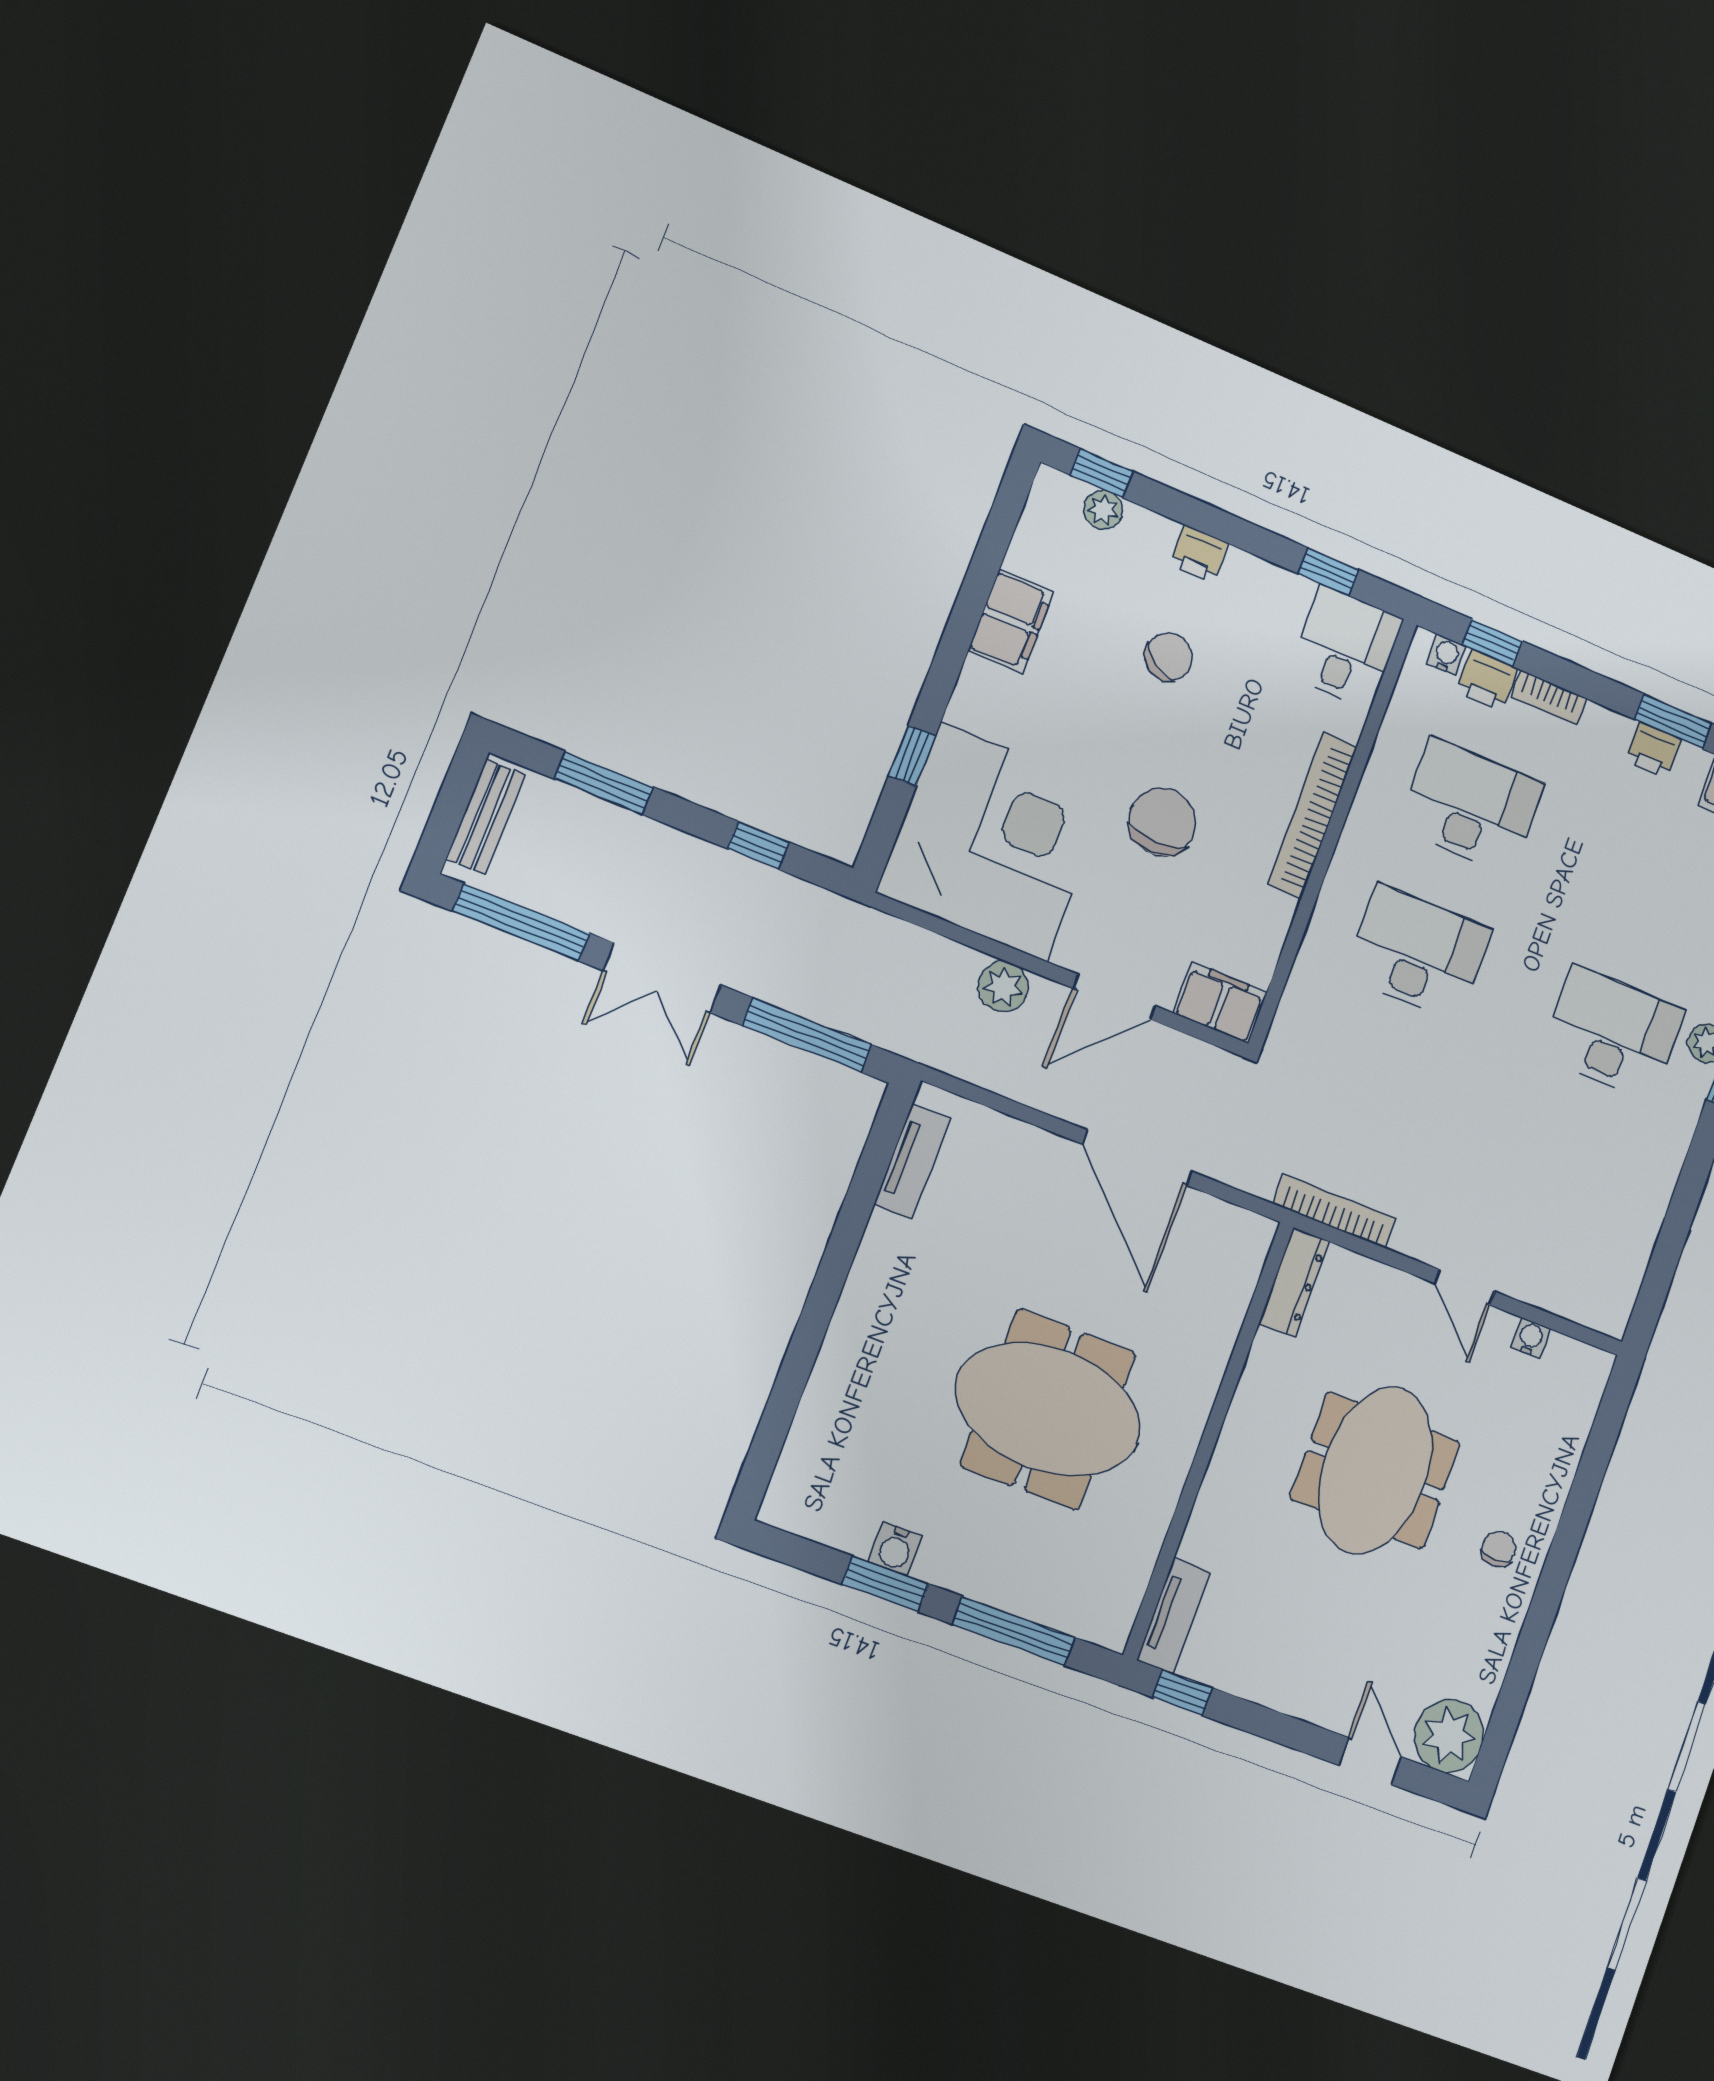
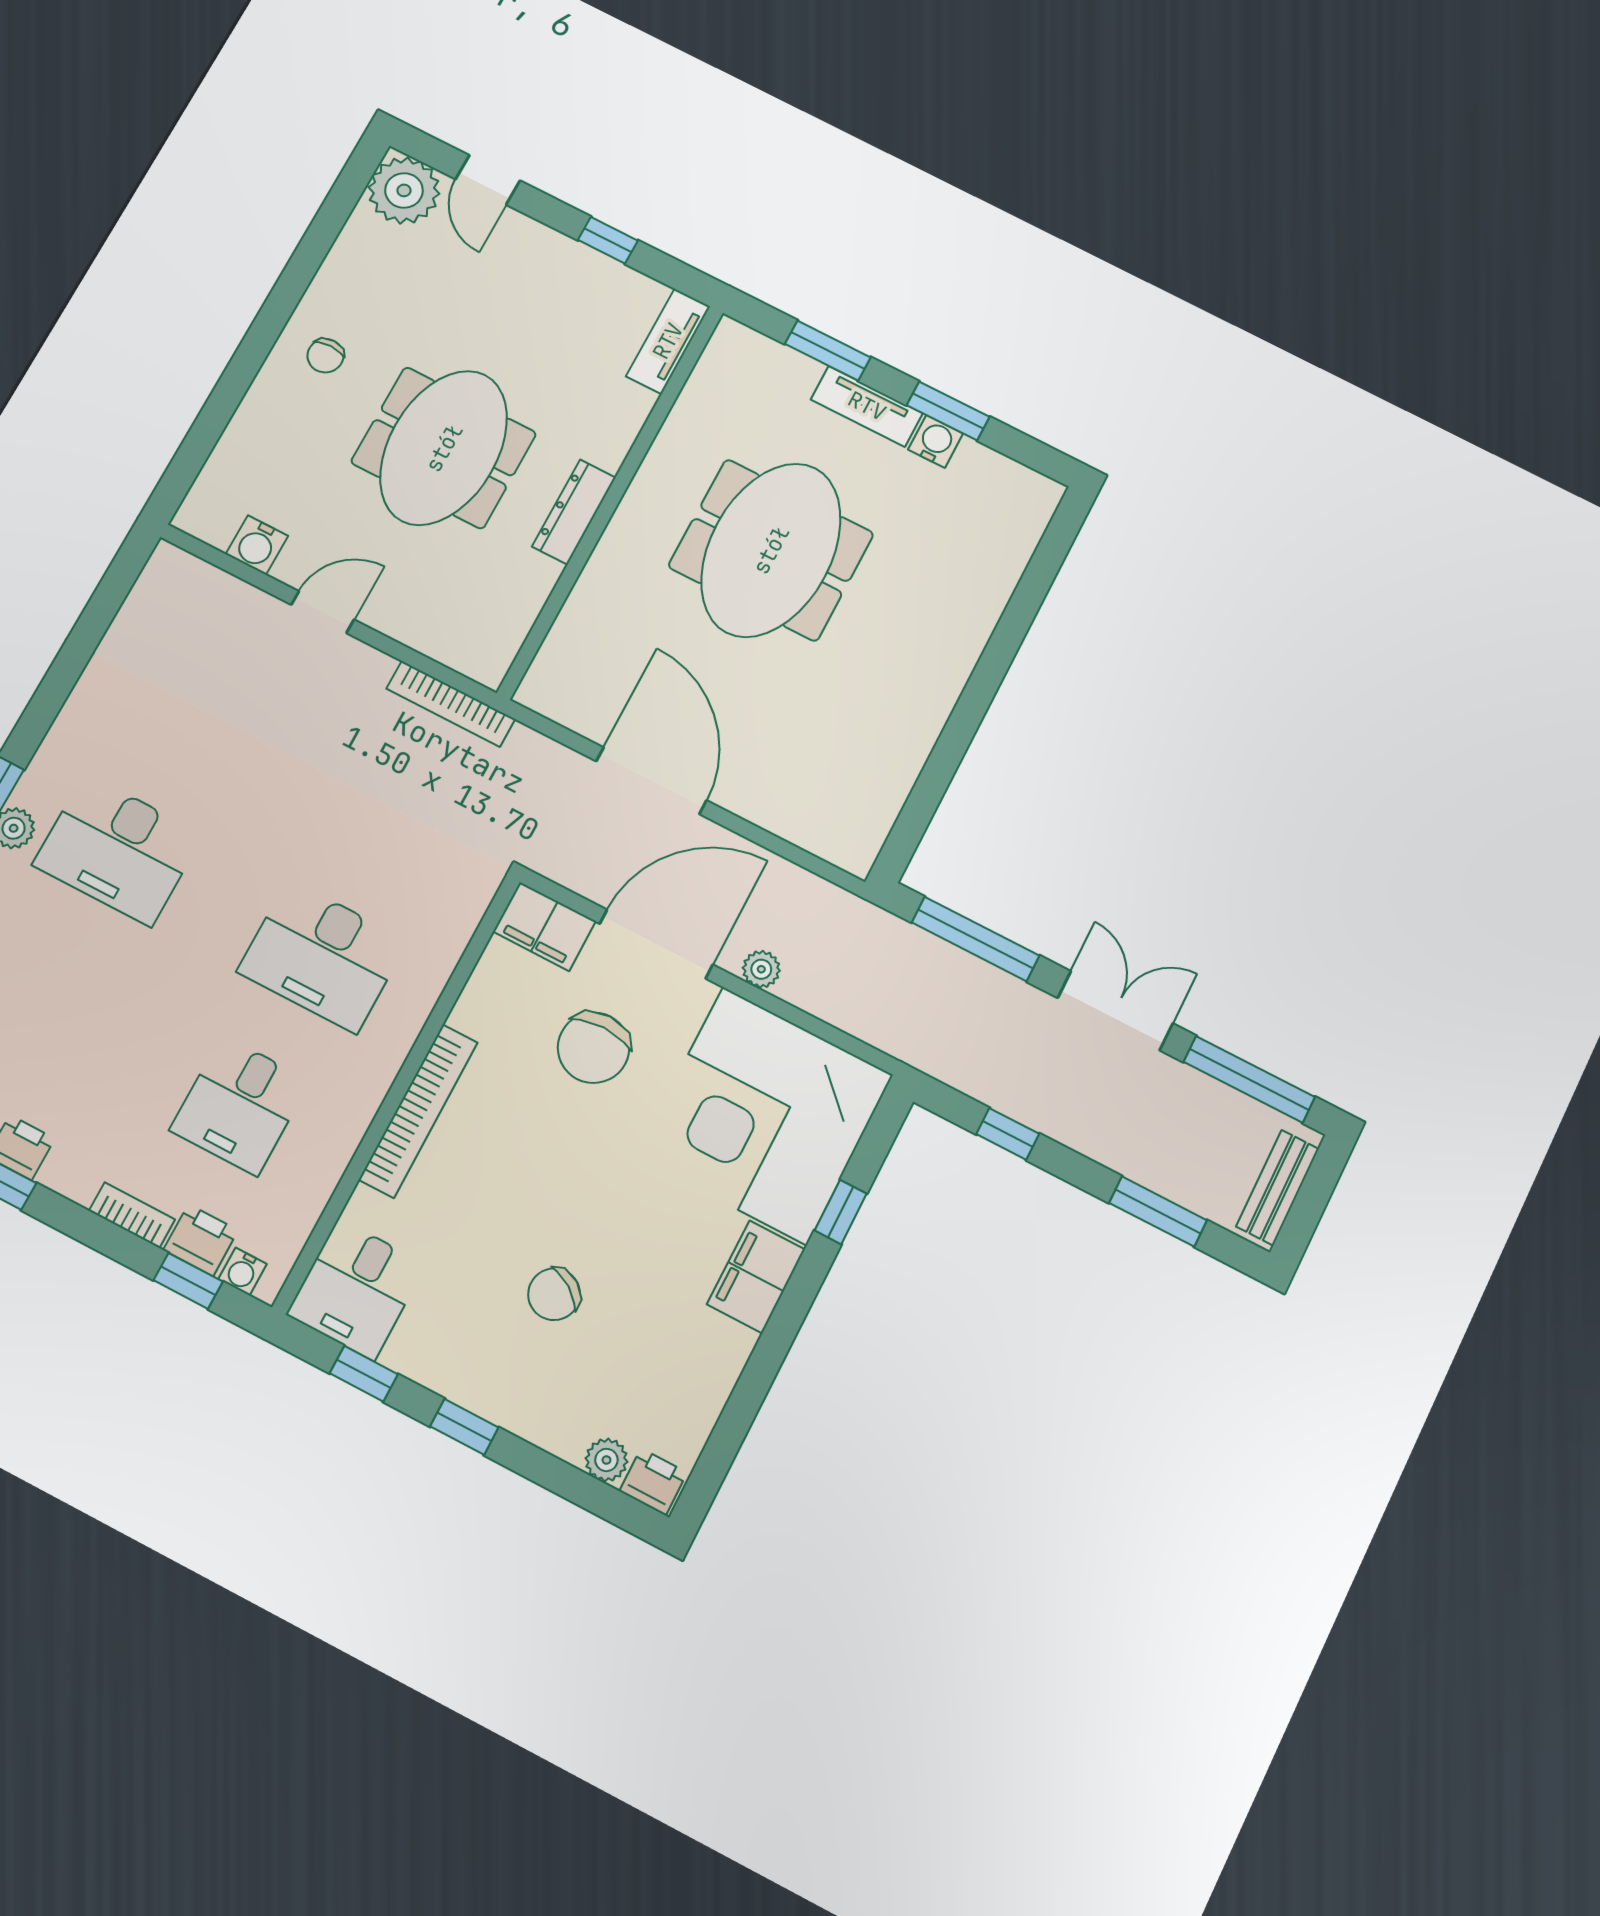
window: (1102, 473) -> (464, 1427), moved
printer: (1199, 554) -> (653, 1482), moved
filing cabinet: (1011, 621) -> (756, 1277), moved
desk: (1471, 806) -> (240, 1105), width x0.73
chair: (1163, 822) -> (594, 1048), moved
plant: (1003, 987) -> (761, 969), width x0.73, depth x0.73
door: (1114, 997) -> (656, 944), width x1.36
tv unit: (912, 1161) -> (867, 406), moved, turned -90
dresser: (1294, 1282) -> (574, 512), moved
door: (1465, 1287) -> (323, 612), hinge flipped
water cooler: (1531, 1338) -> (257, 545), width x1.38, depth x1.38
meeting table: (1048, 1409) -> (771, 550), turned 90
window: (1014, 1631) -> (828, 351), width x0.69
window: (1182, 1693) -> (608, 240), moved

